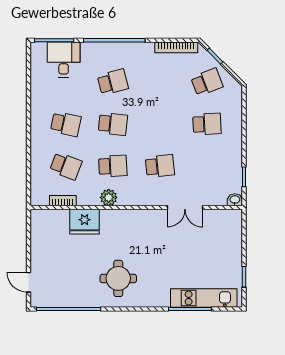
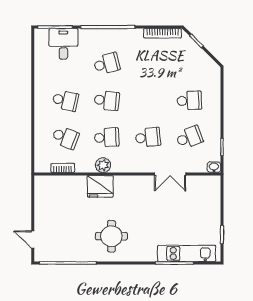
school desk: (207, 82) -> (189, 137), moved
fridge: (85, 222) -> (100, 186), moved

